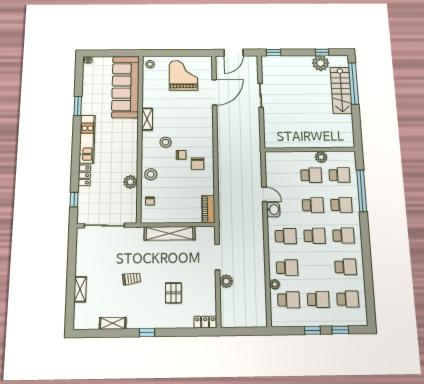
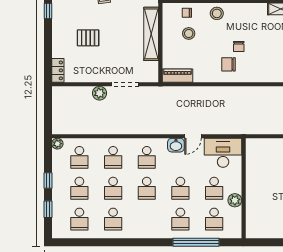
stool: (166, 142) -> (189, 33), moved
desk: (278, 168) -> (223, 153), added
school desk: (343, 236) -> (113, 188), moved
plant: (275, 284) -> (57, 144), moved

